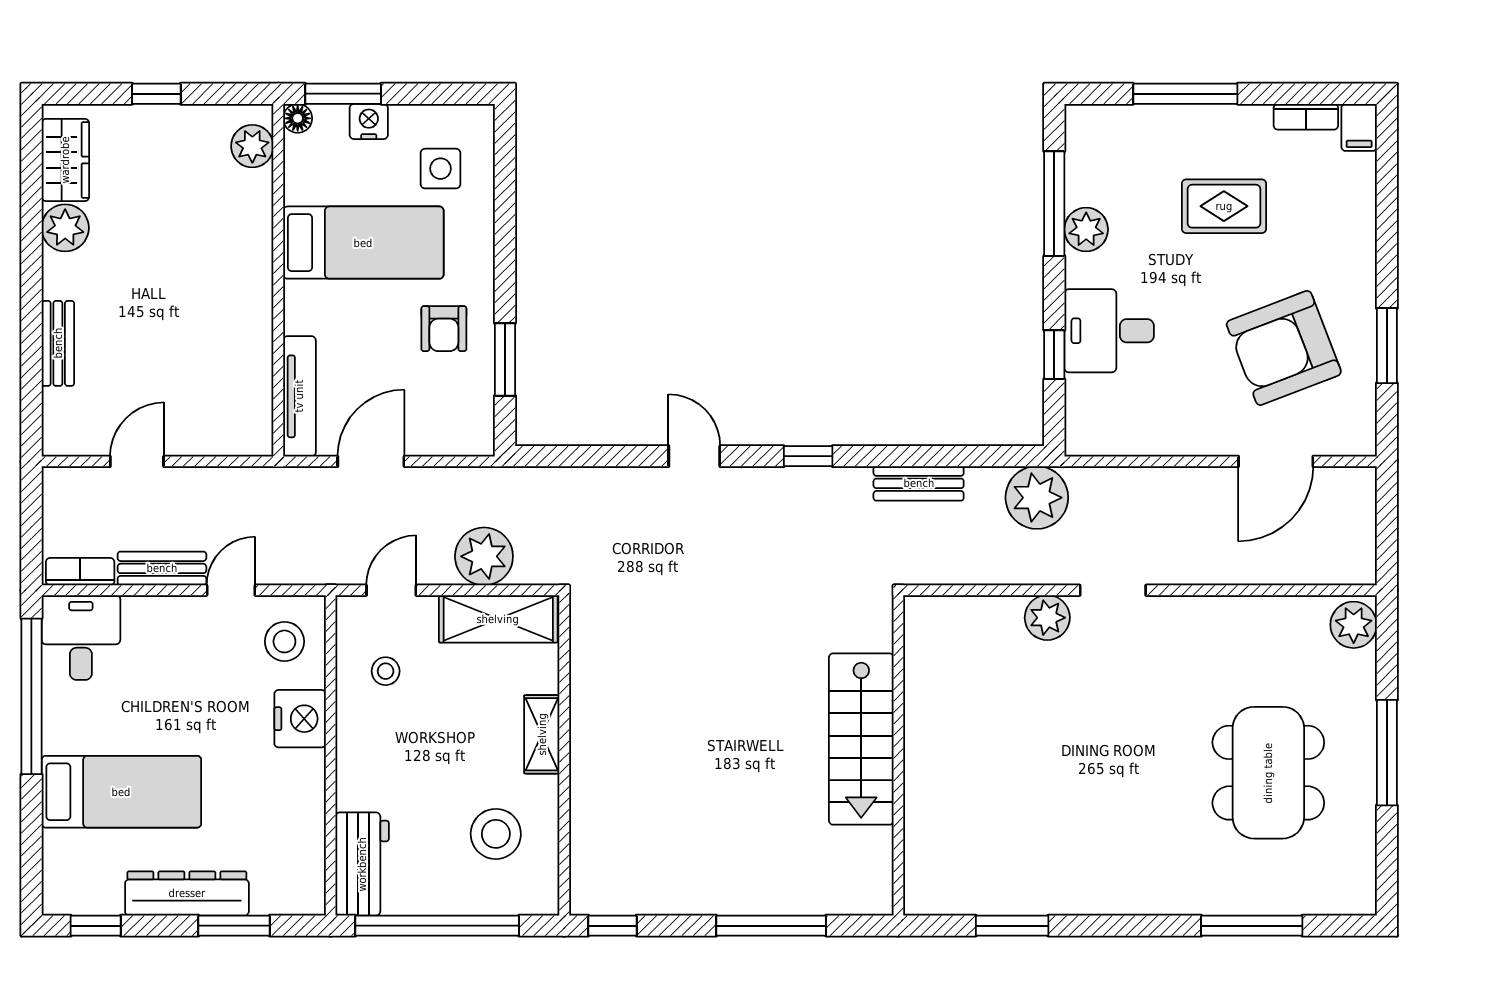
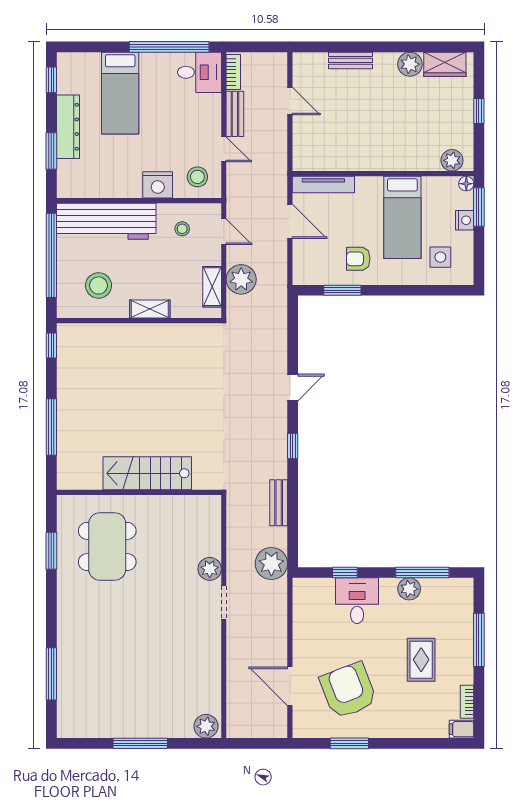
shelving: (498, 619) -> (212, 287), width x0.67, depth x0.75
dining table: (1268, 773) -> (107, 546), moved, turned 90
workbench: (362, 864) -> (106, 221), width x1.88, depth x1.32

